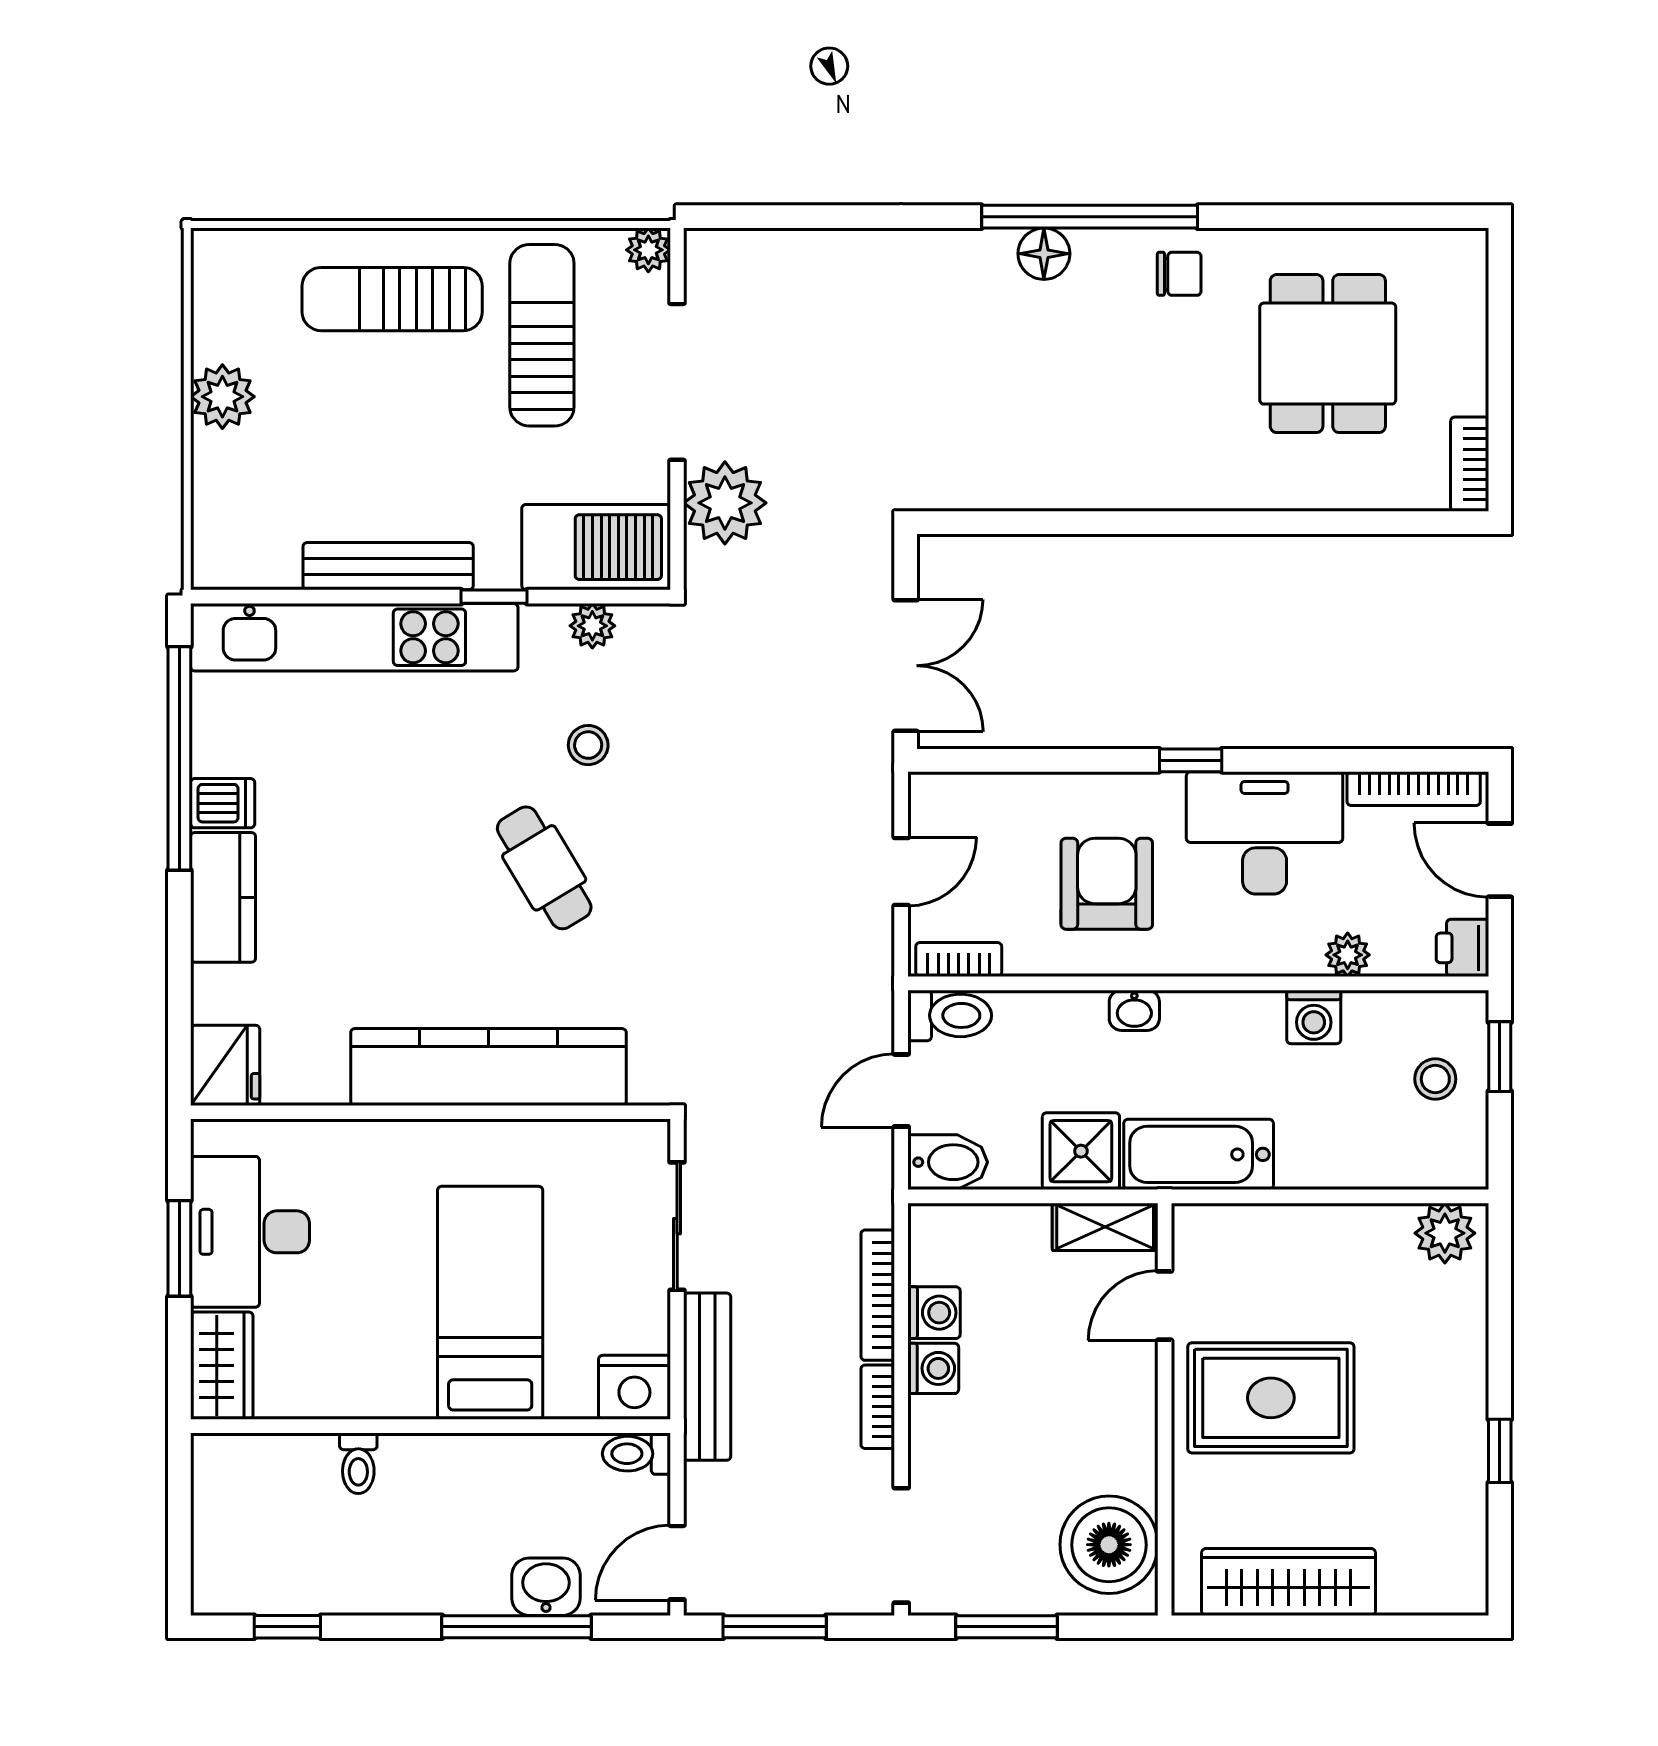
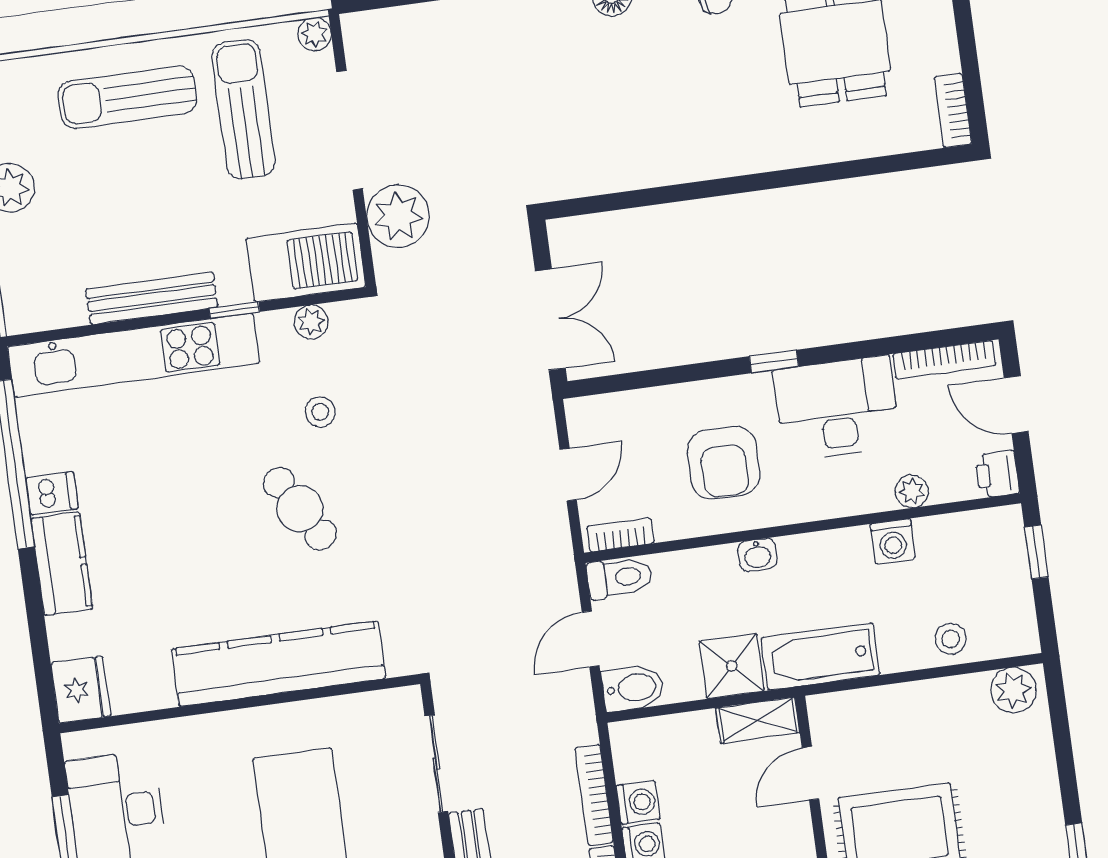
armchair: (1107, 884) -> (724, 463), turned 180
stool: (1435, 1079) -> (951, 639), moved

